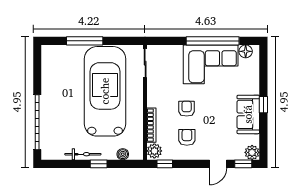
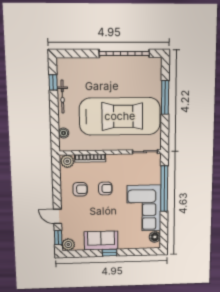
window: (213, 41) -> (164, 189), moved
garage door: (37, 122) -> (124, 53), moved
window: (99, 164) -> (53, 82), moved
window: (165, 164) -> (56, 170), removed

